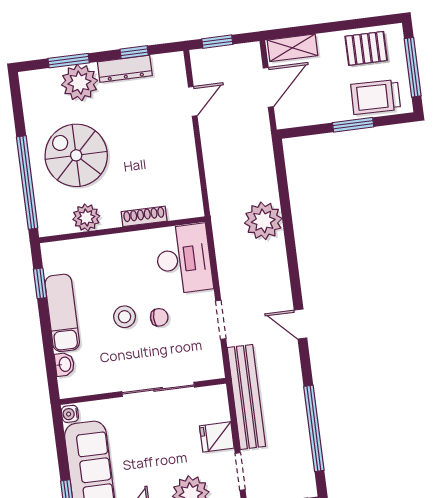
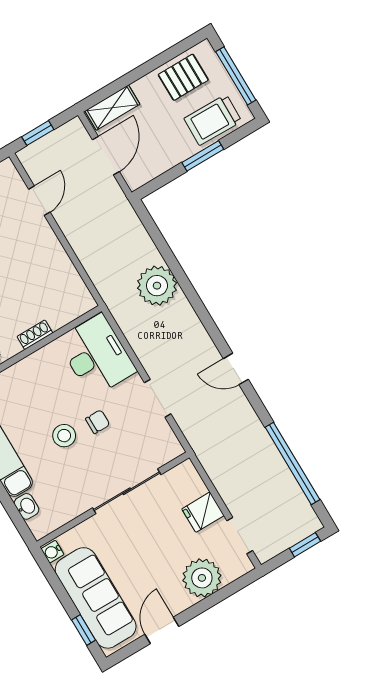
shoe rack: (144, 216) -> (35, 335), width x0.70
bench: (246, 397) -> (215, 461), removed

